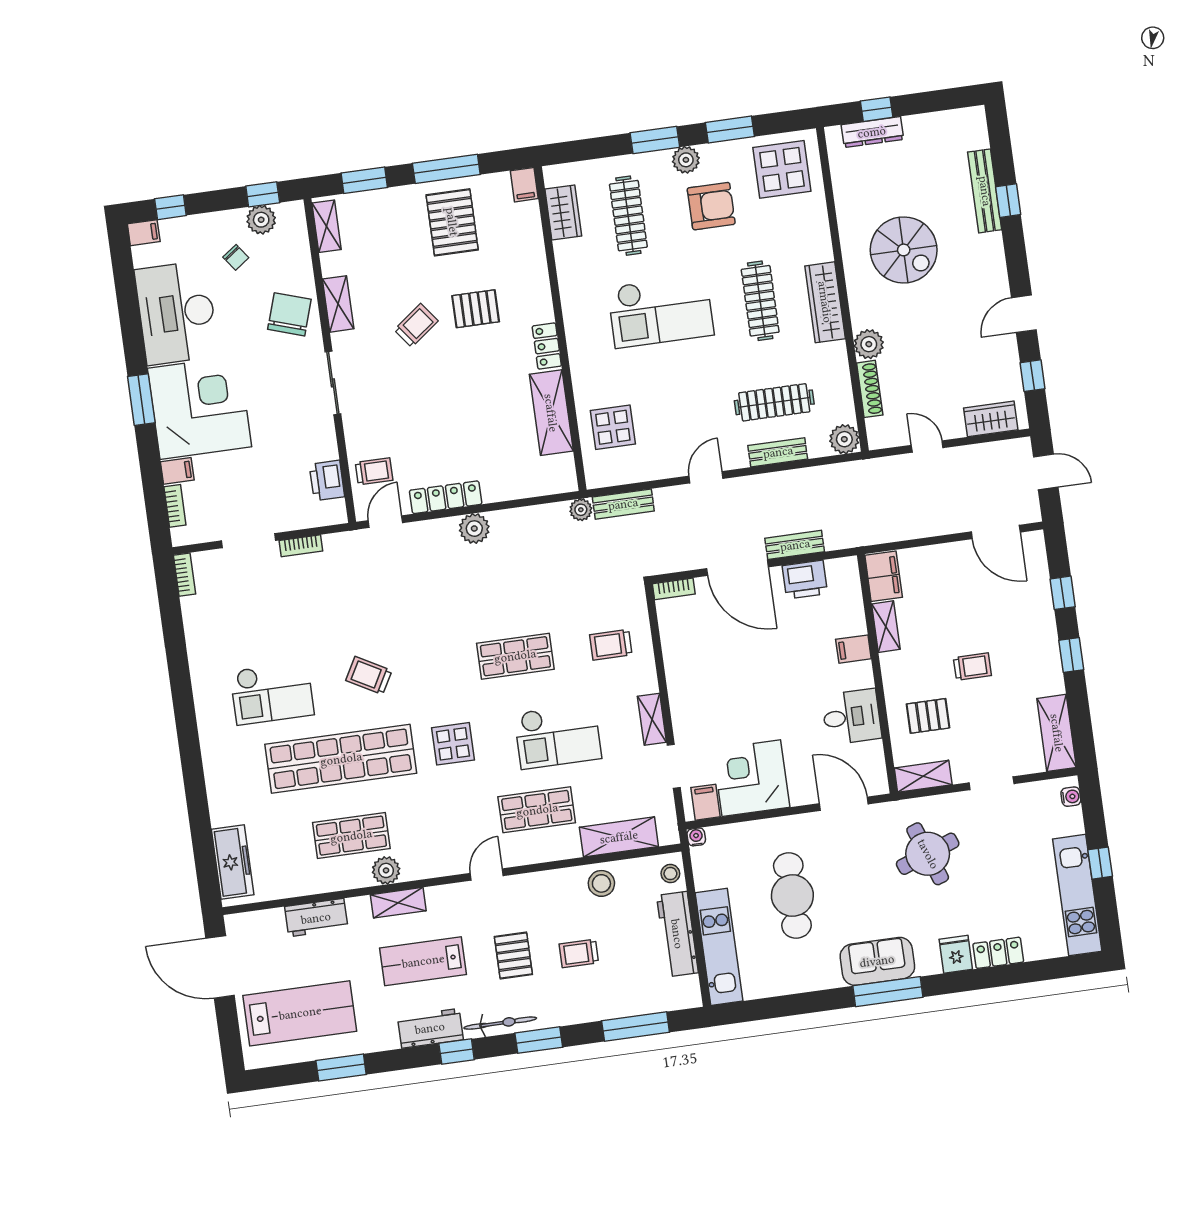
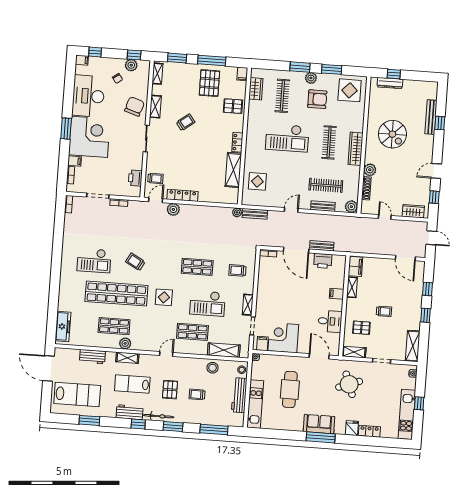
pallet: (476, 309) -> (233, 106), moved
plant: (474, 529) -> (173, 209), moved

